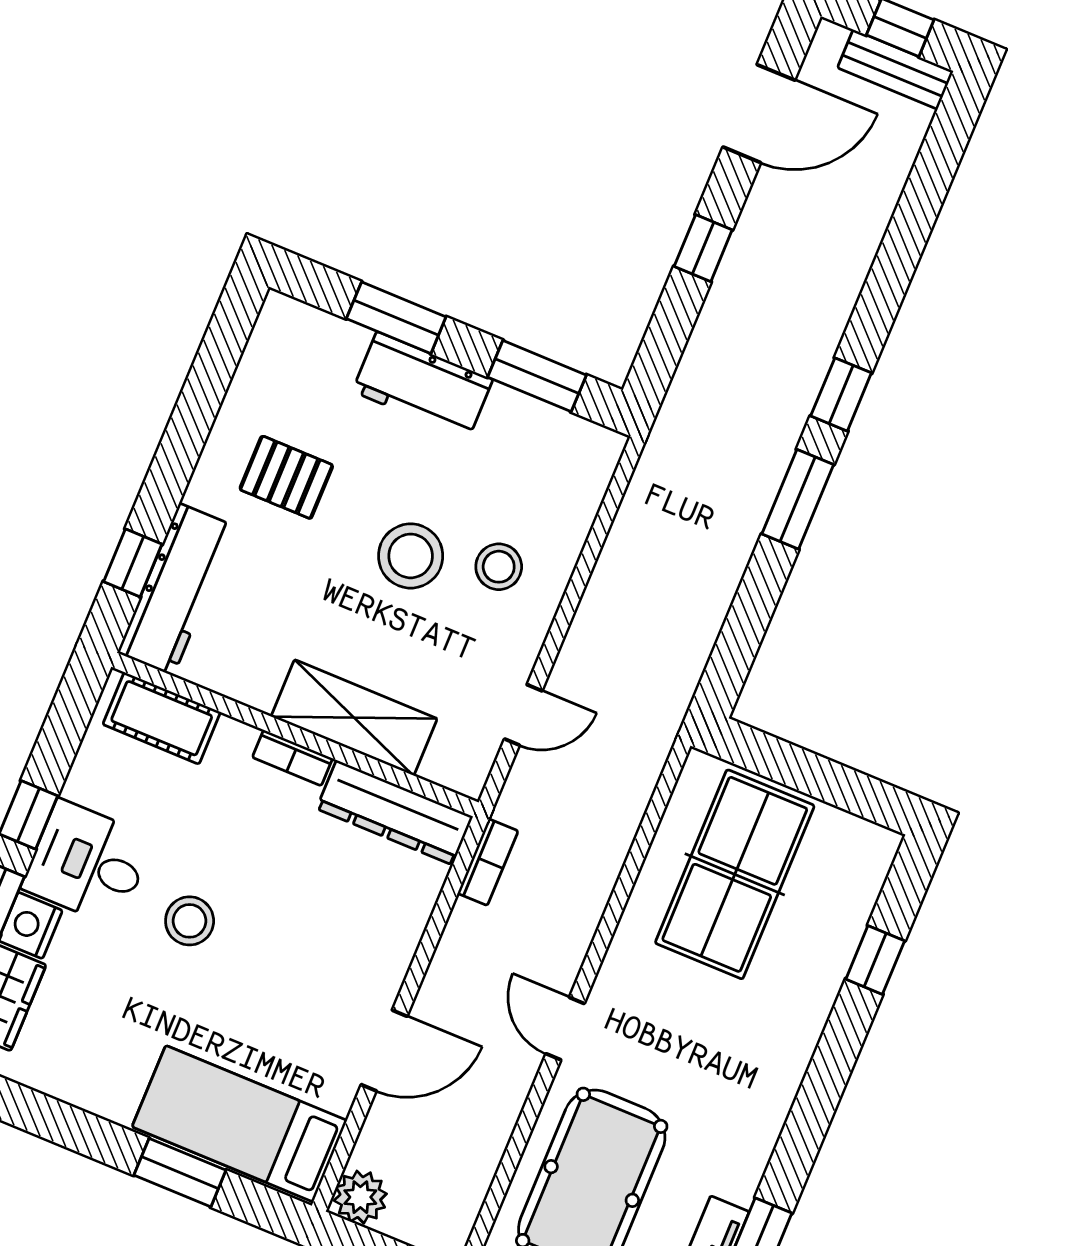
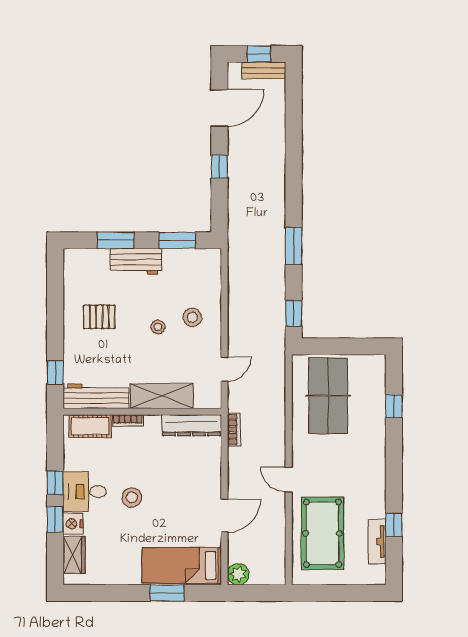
window: (841, 394) -> (294, 313), moved
stool: (411, 556) -> (158, 327), width x0.53, depth x0.53
workbench: (176, 589) -> (96, 396), moved, turned -90
bookcase: (292, 758) -> (128, 421), moved

